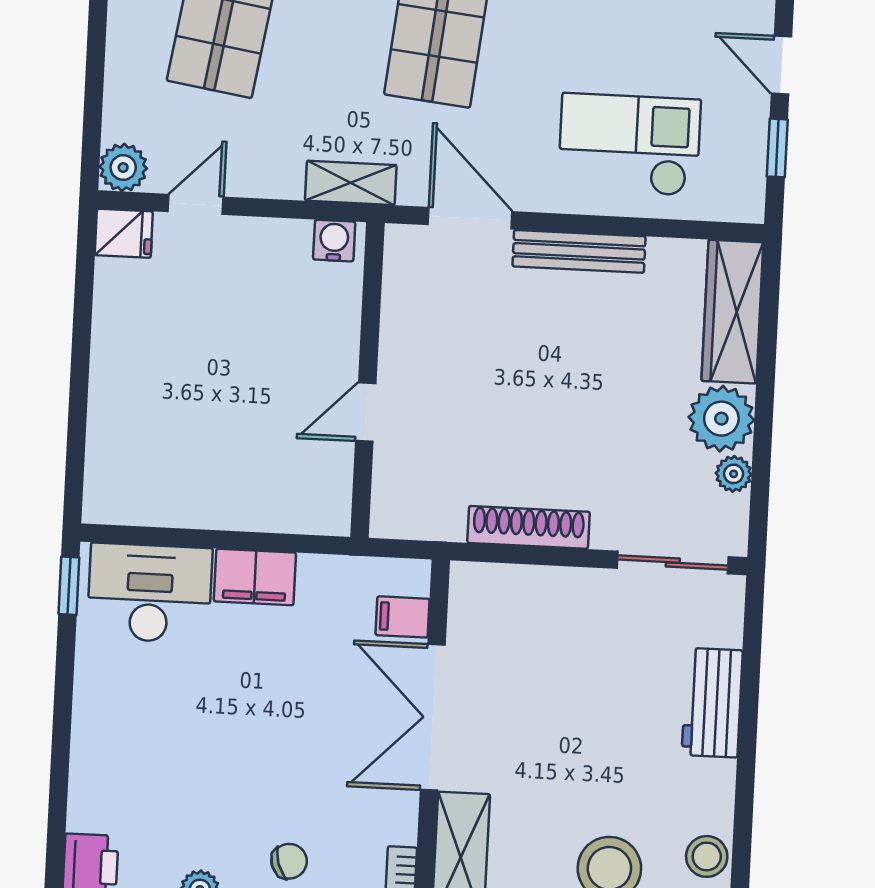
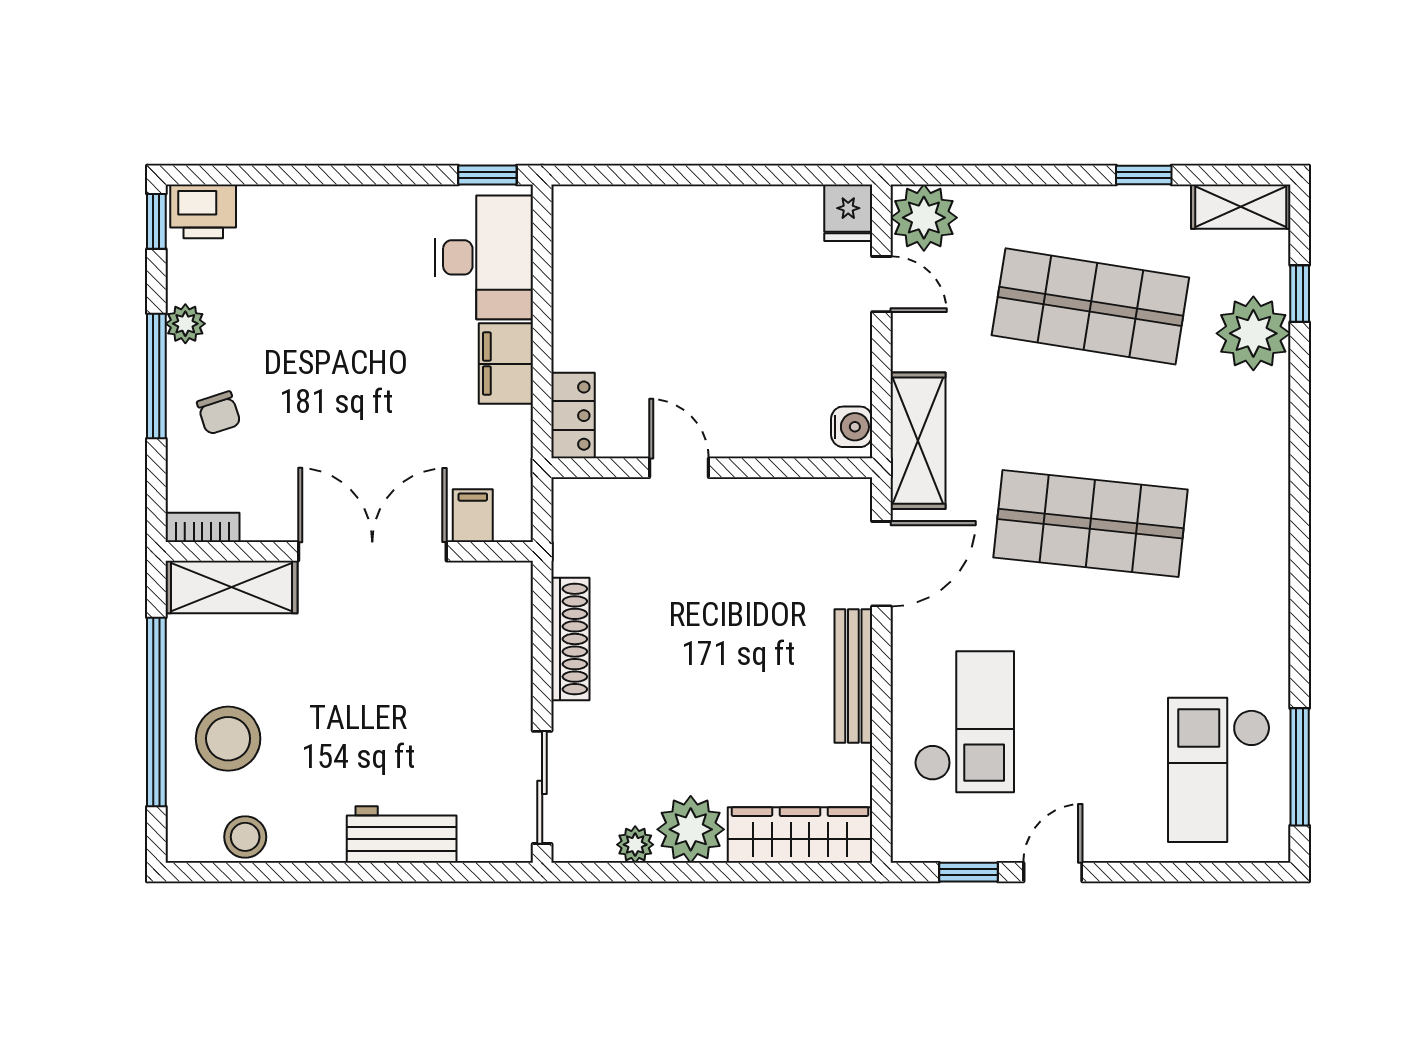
plant: (123, 168) -> (924, 218), width x1.36, depth x1.36
shelving: (351, 183) -> (918, 441), width x1.50, depth x1.33
locker: (309, 514) -> (573, 416), added

